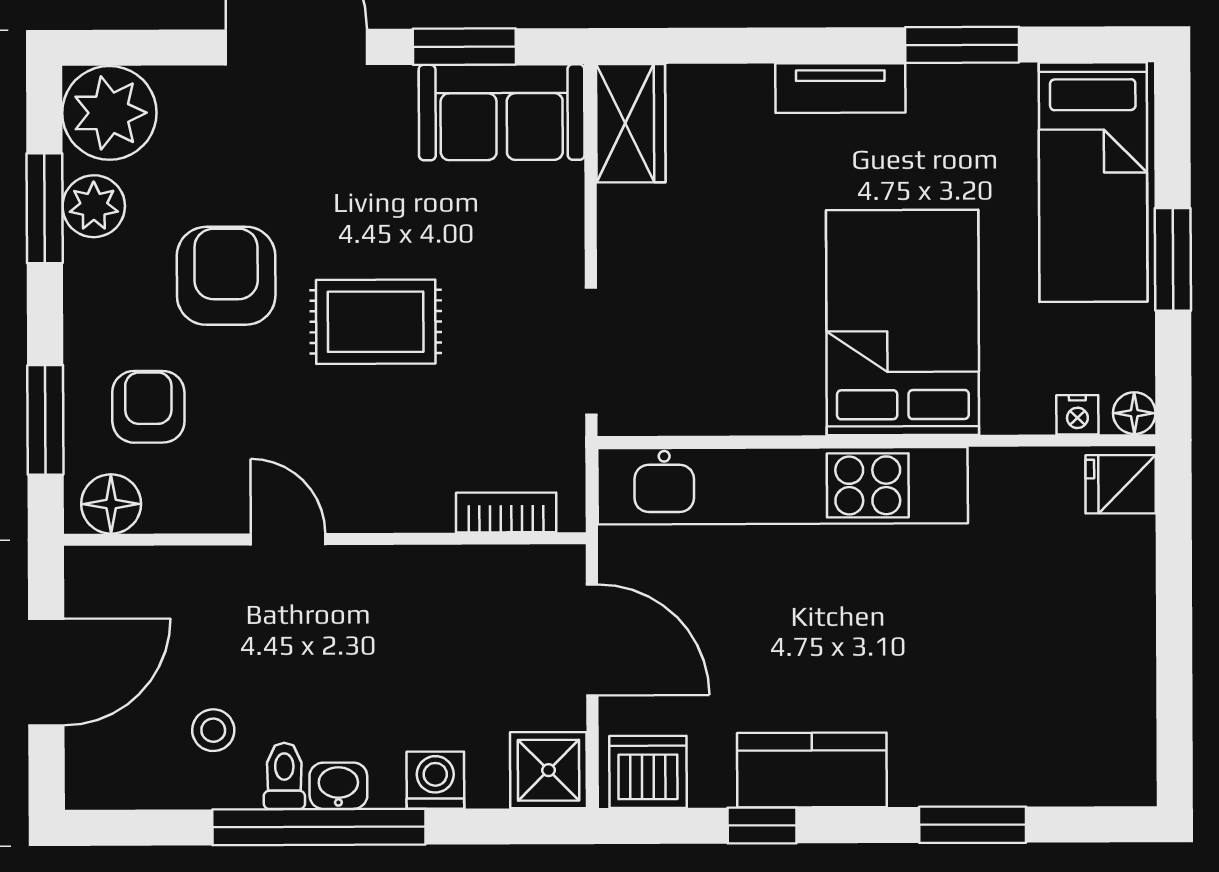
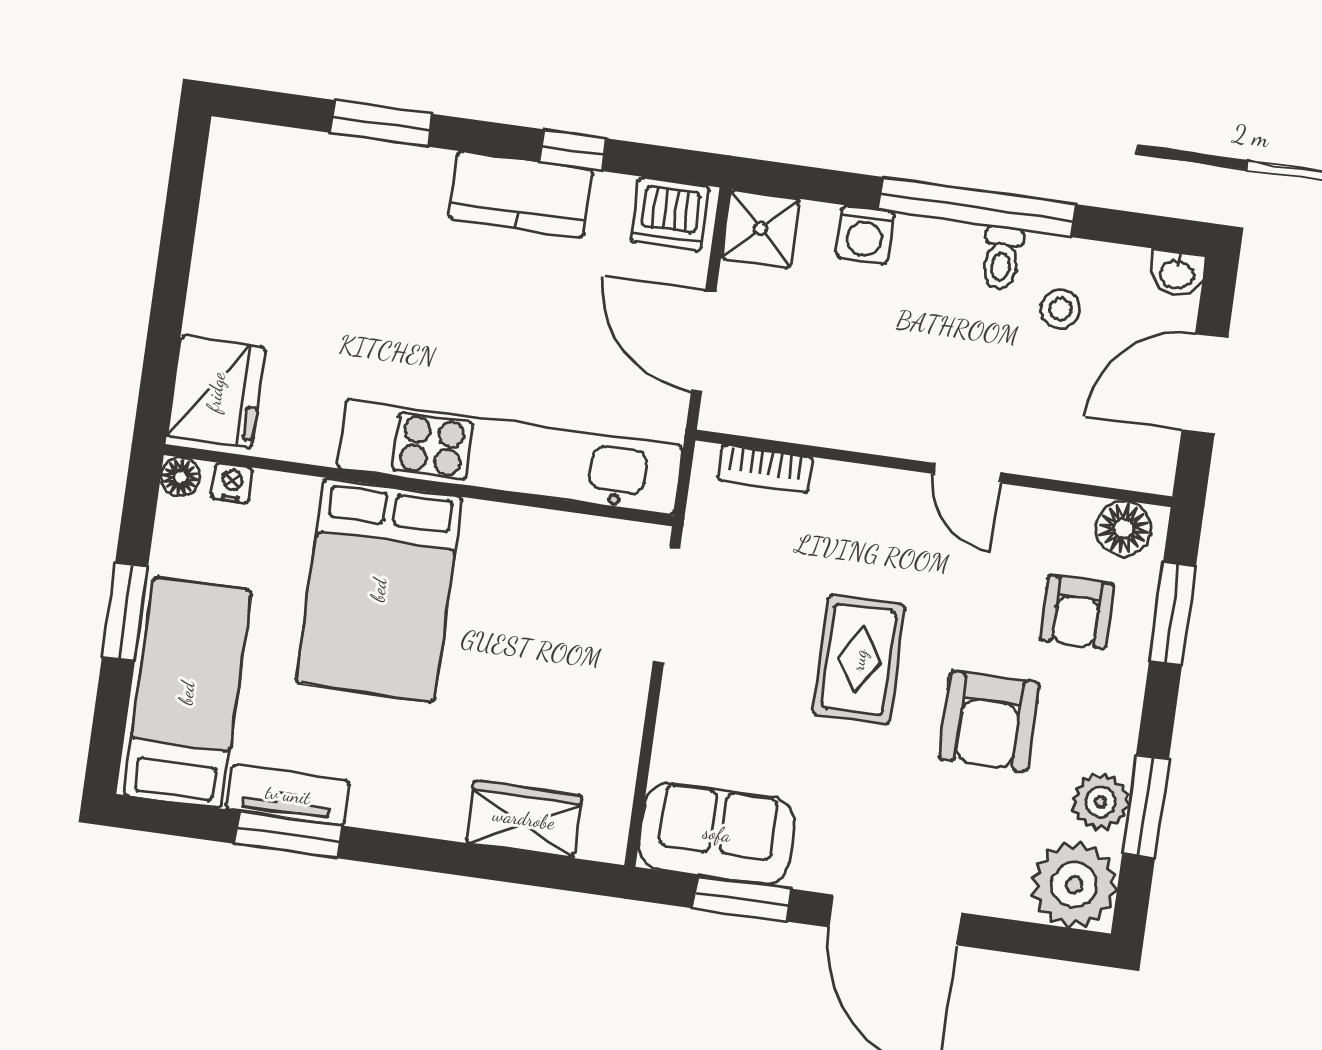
tv unit: (840, 88) -> (288, 795), moved
wardrobe: (631, 123) -> (524, 819), moved, turned 90
rug: (376, 322) -> (859, 660), turned 90
fridge: (1121, 484) -> (216, 392), width x1.88, depth x1.34
washbasin: (338, 786) -> (1177, 273), moved

